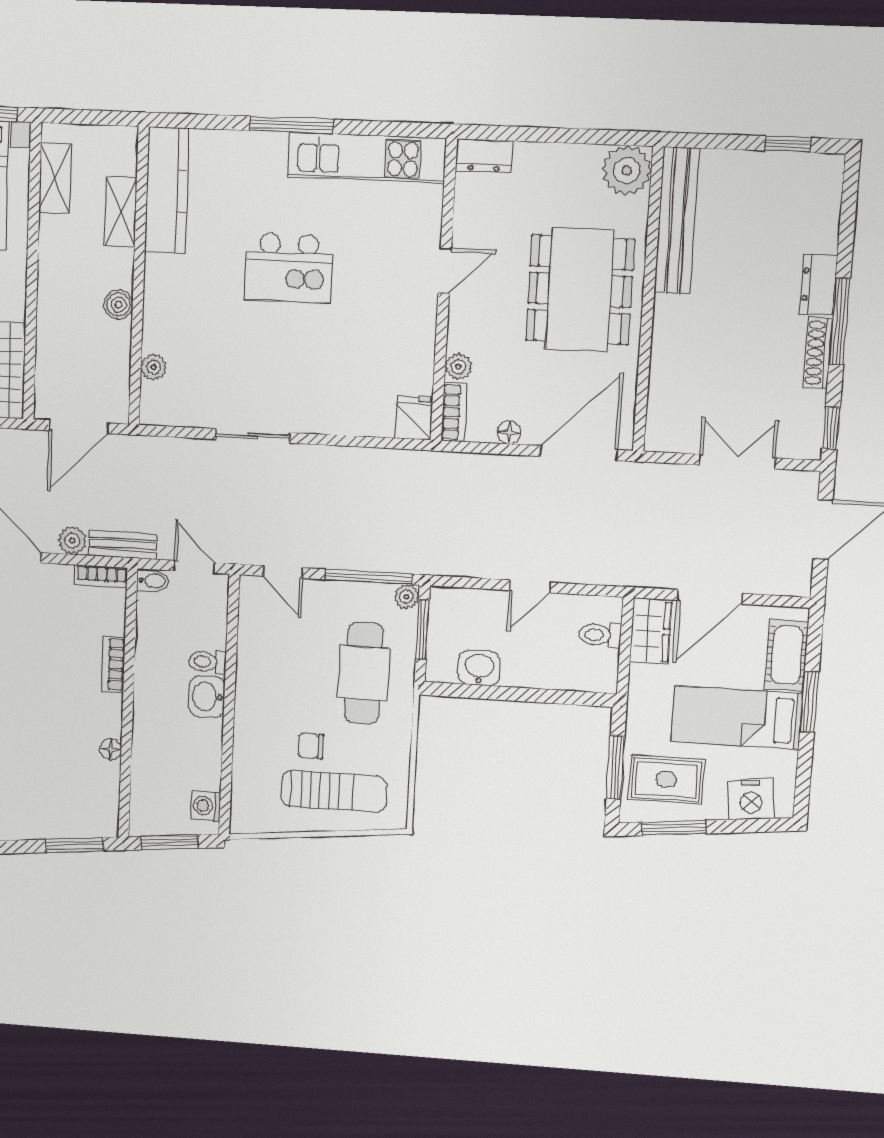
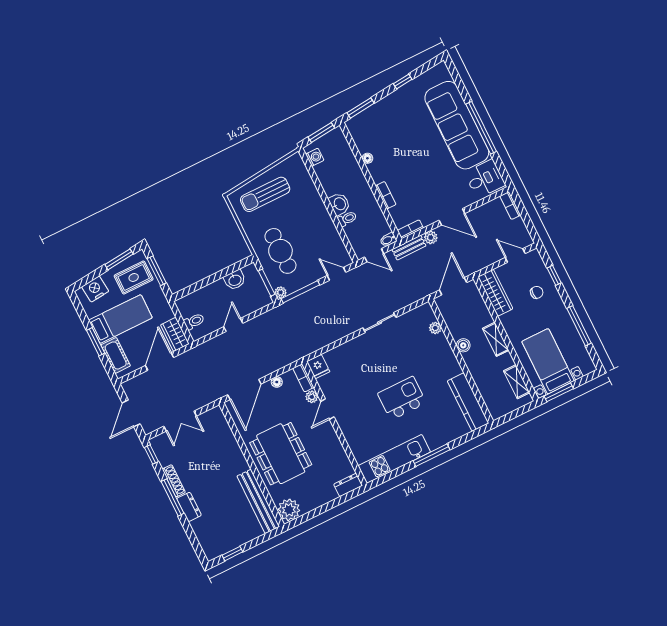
shelving: (121, 212) -> (496, 339), moved
door: (445, 271) -> (327, 409), moved
chair: (311, 746) -> (285, 208), removed

